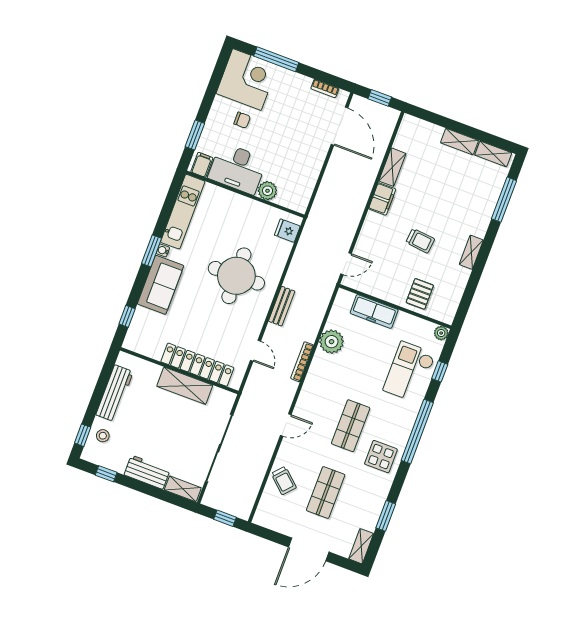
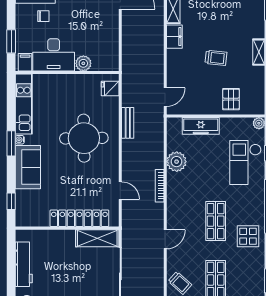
bench: (282, 306) -> (128, 123), moved
shelving: (185, 386) -> (97, 238), moved

